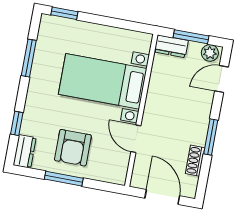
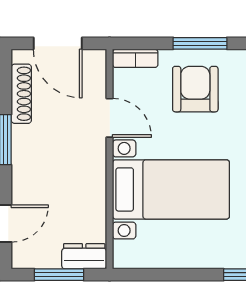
plant: (210, 53) -> (28, 257), removed
shoe rack: (195, 161) -> (21, 94), width x1.43
bookcase: (111, 177) -> (135, 58), added

